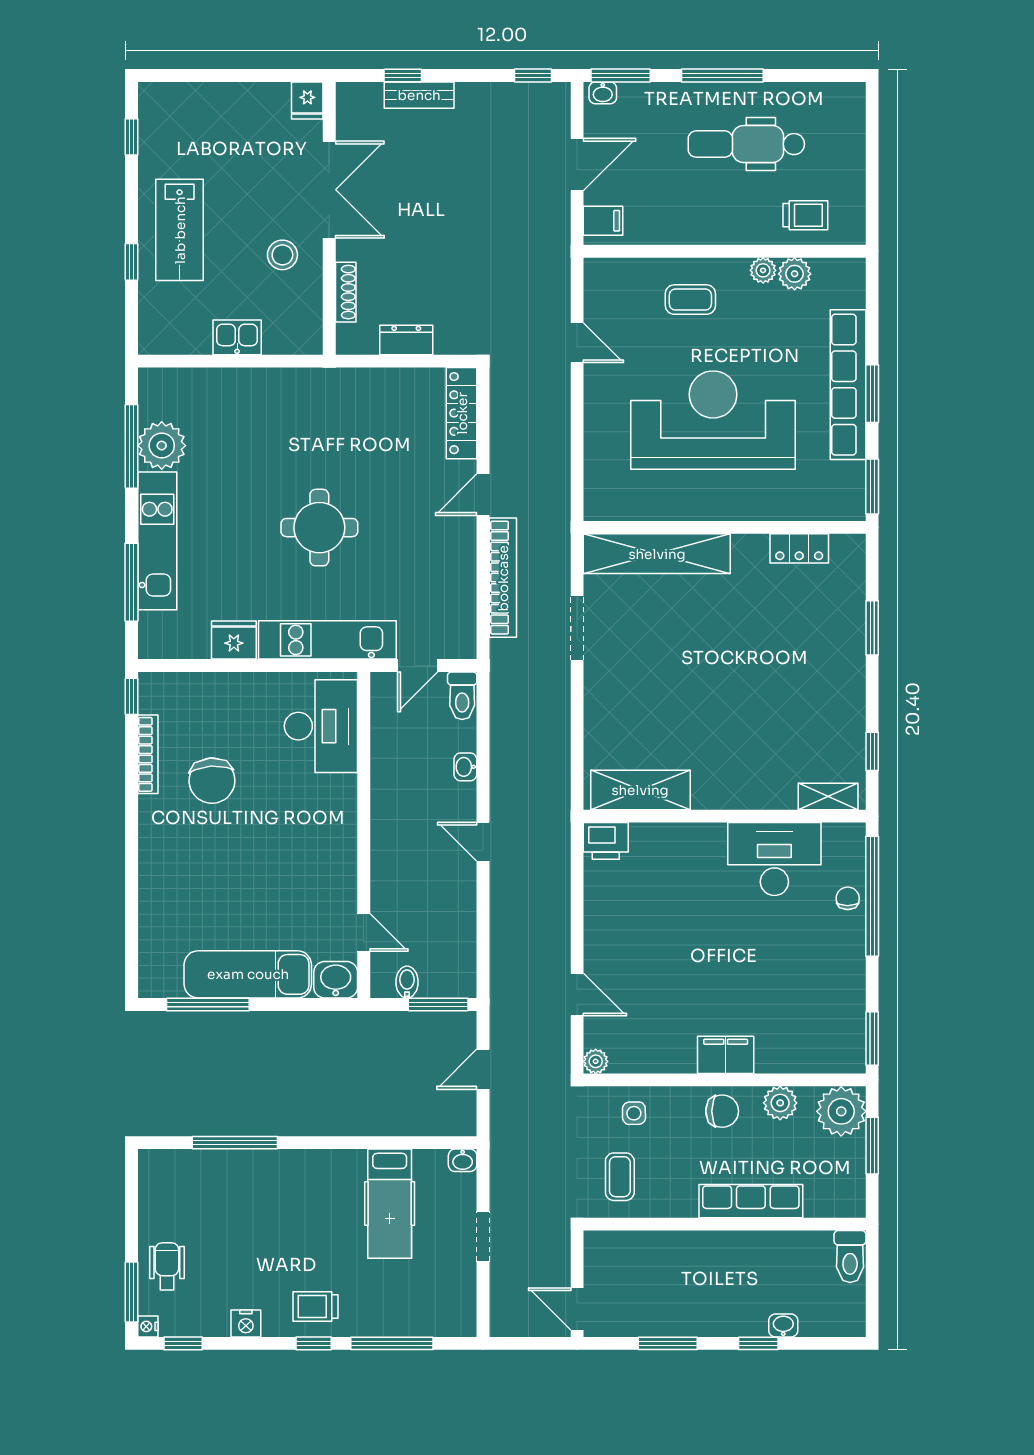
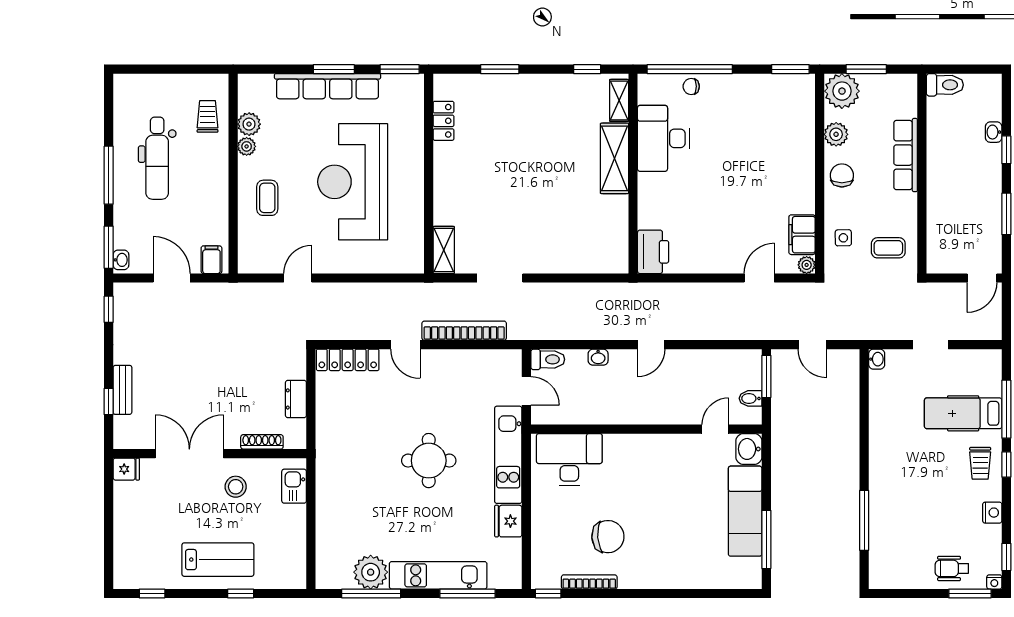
kitchen sink: (237, 337) -> (294, 486), moved
shelving: (657, 554) -> (444, 250), width x0.45, depth x0.75
shelving: (640, 790) -> (615, 158), moved
printer: (606, 841) -> (653, 252), width x1.37, depth x1.19
filing cabinet: (726, 1055) -> (802, 235), moved
hospital bed: (390, 1204) -> (963, 413), moved, turned 180

